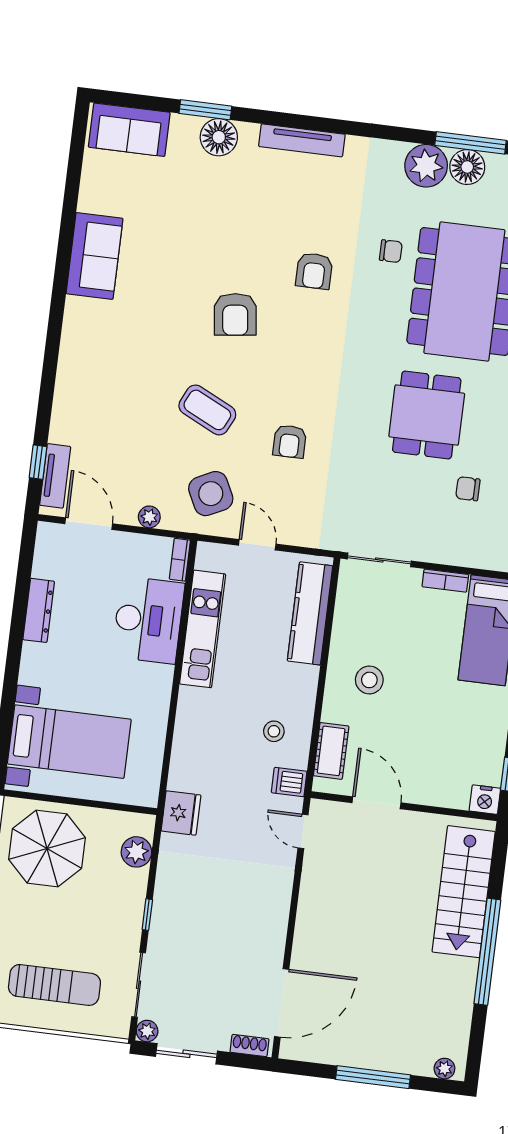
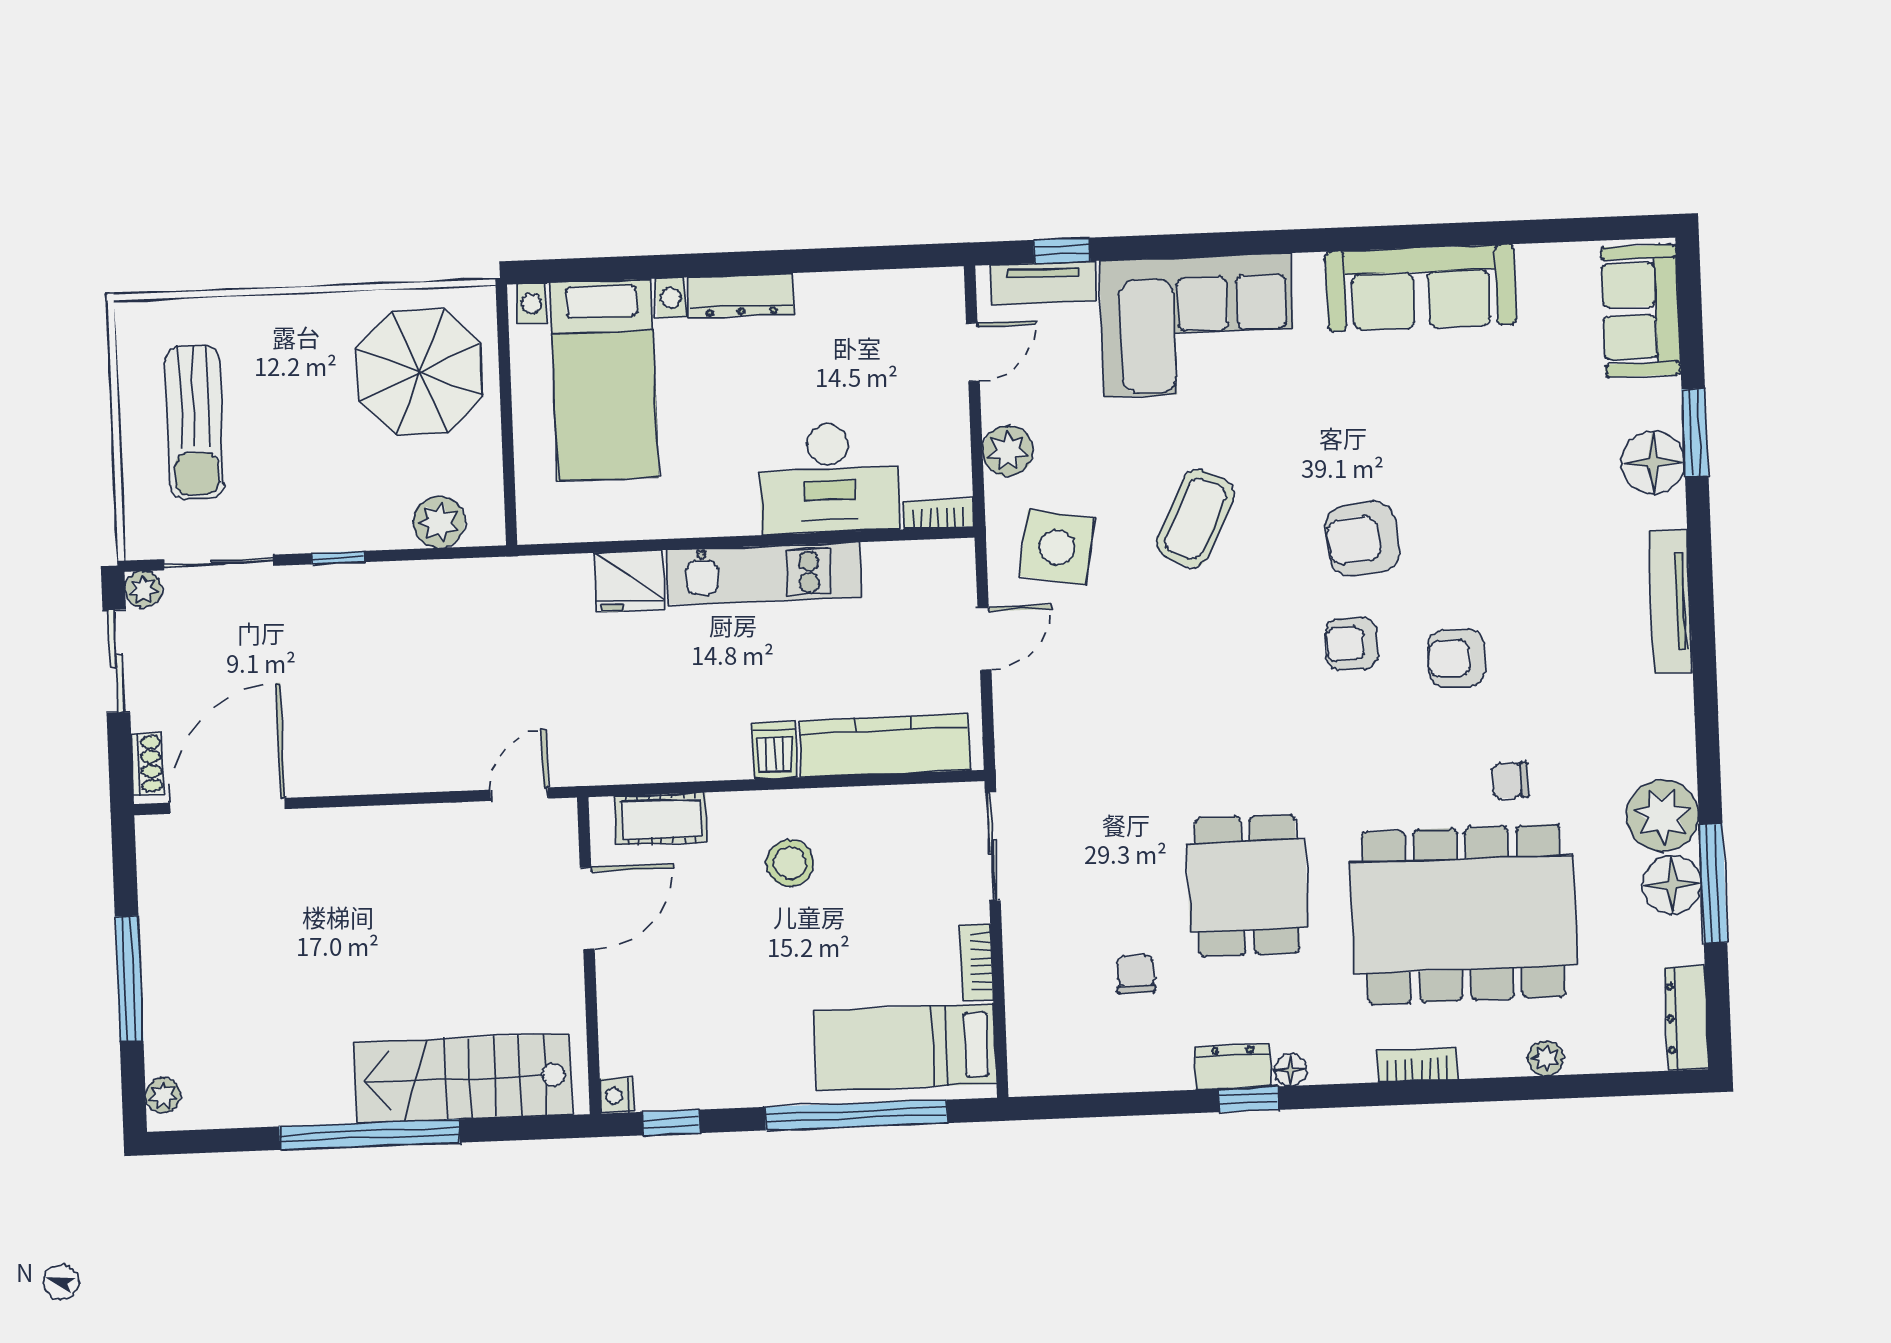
chair: (391, 251) -> (1511, 780), turned 90
sofa: (94, 256) -> (1421, 288), width x1.36
corner sofa: (95, 390) -> (1197, 325), added
dining table: (427, 415) -> (1247, 885), turned 90
armchair: (290, 441) -> (1351, 644), moved
side table: (211, 494) -> (1057, 547), turned 36
plant: (149, 517) -> (1008, 451), width x1.38, depth x1.38
door: (89, 524) -> (973, 352), width x0.73
dresser: (39, 610) -> (741, 296), moved
kitchen unit: (203, 629) -> (764, 573), moved
stool: (274, 731) -> (678, 718), removed
dishwasher: (289, 782) -> (775, 750), moved
nightstand: (485, 800) -> (617, 1095), width x0.72, depth x0.74
fridge: (181, 813) -> (629, 581), moved
door: (282, 1003) -> (227, 806), swing flipped

